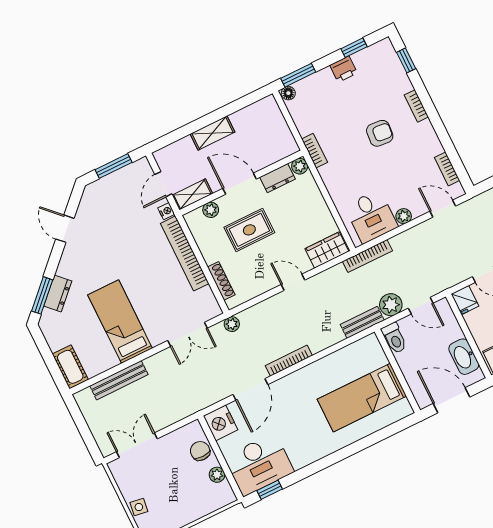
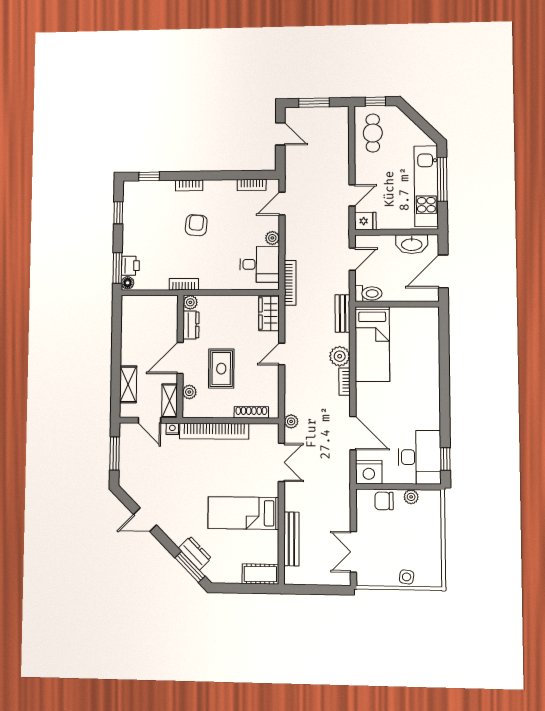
printer: (344, 69) -> (130, 266), moved
shelving: (212, 133) -> (128, 384), moved
plant: (391, 305) -> (340, 356), moved
bookcase: (289, 361) -> (345, 382), width x0.64
bed: (362, 398) -> (372, 344), moved

